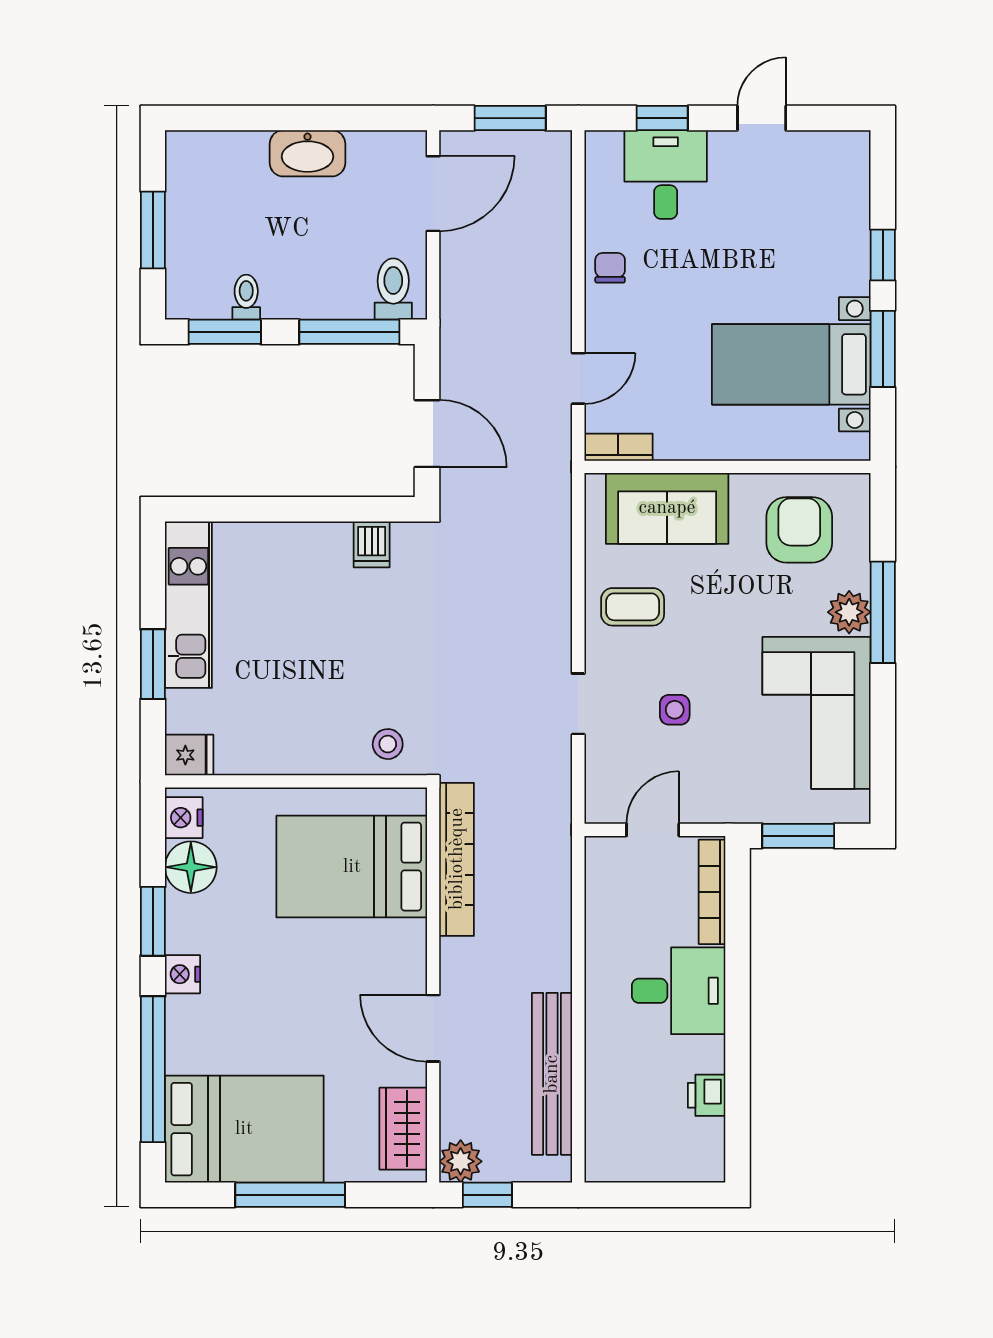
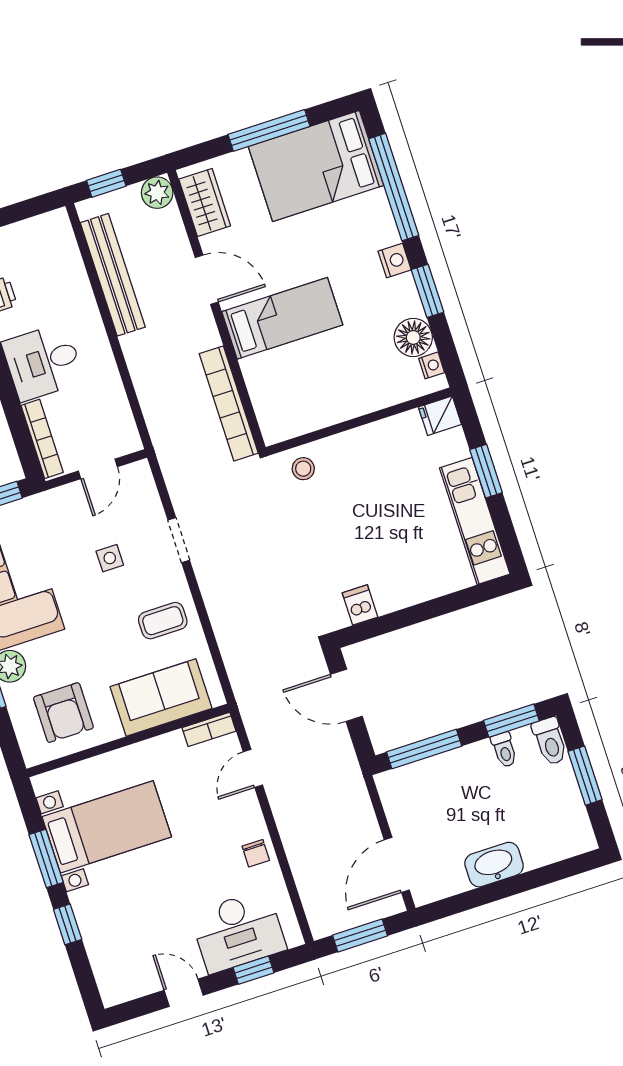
door: (762, 118) -> (184, 993), swing flipped
desk: (666, 175) -> (238, 931), width x1.37
toilet: (393, 289) -> (550, 741), moved
nightstand: (184, 818) -> (432, 365), width x0.72, depth x0.74
bed: (352, 867) -> (282, 318), moved, width x0.67
window: (487, 1195) -> (106, 183), moved

